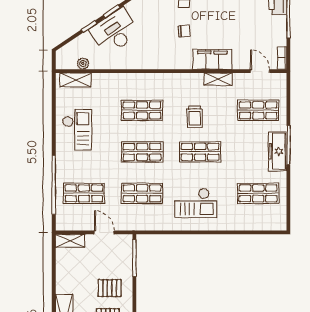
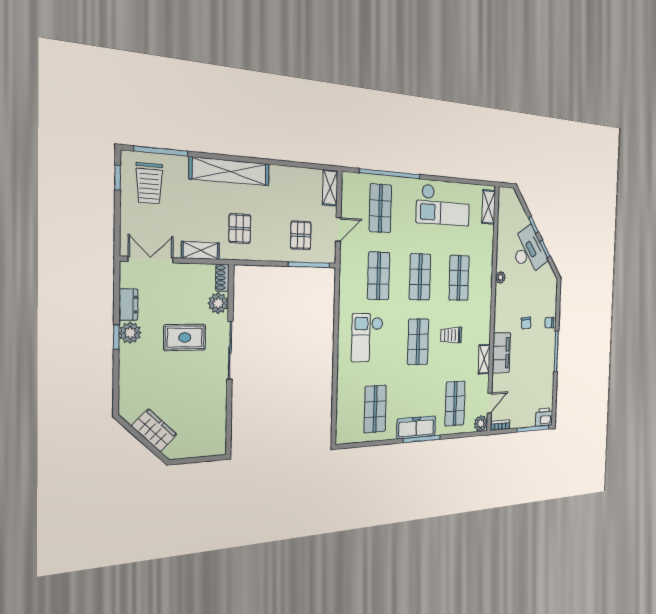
plant: (83, 64) -> (500, 277), moved
plant: (279, 81) -> (481, 423), added
checkout: (77, 130) -> (443, 205), width x1.36, depth x1.21
pallet: (110, 288) -> (301, 235), moved

